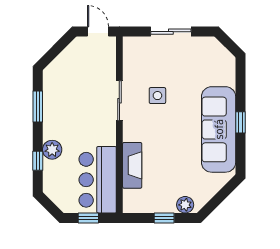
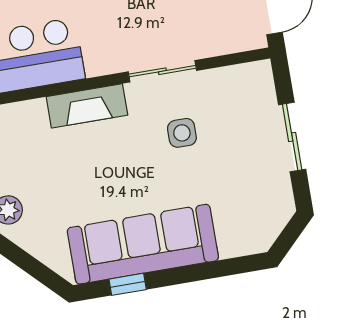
window: (241, 122) -> (128, 284), moved
fireplace: (132, 165) -> (87, 106), moved

